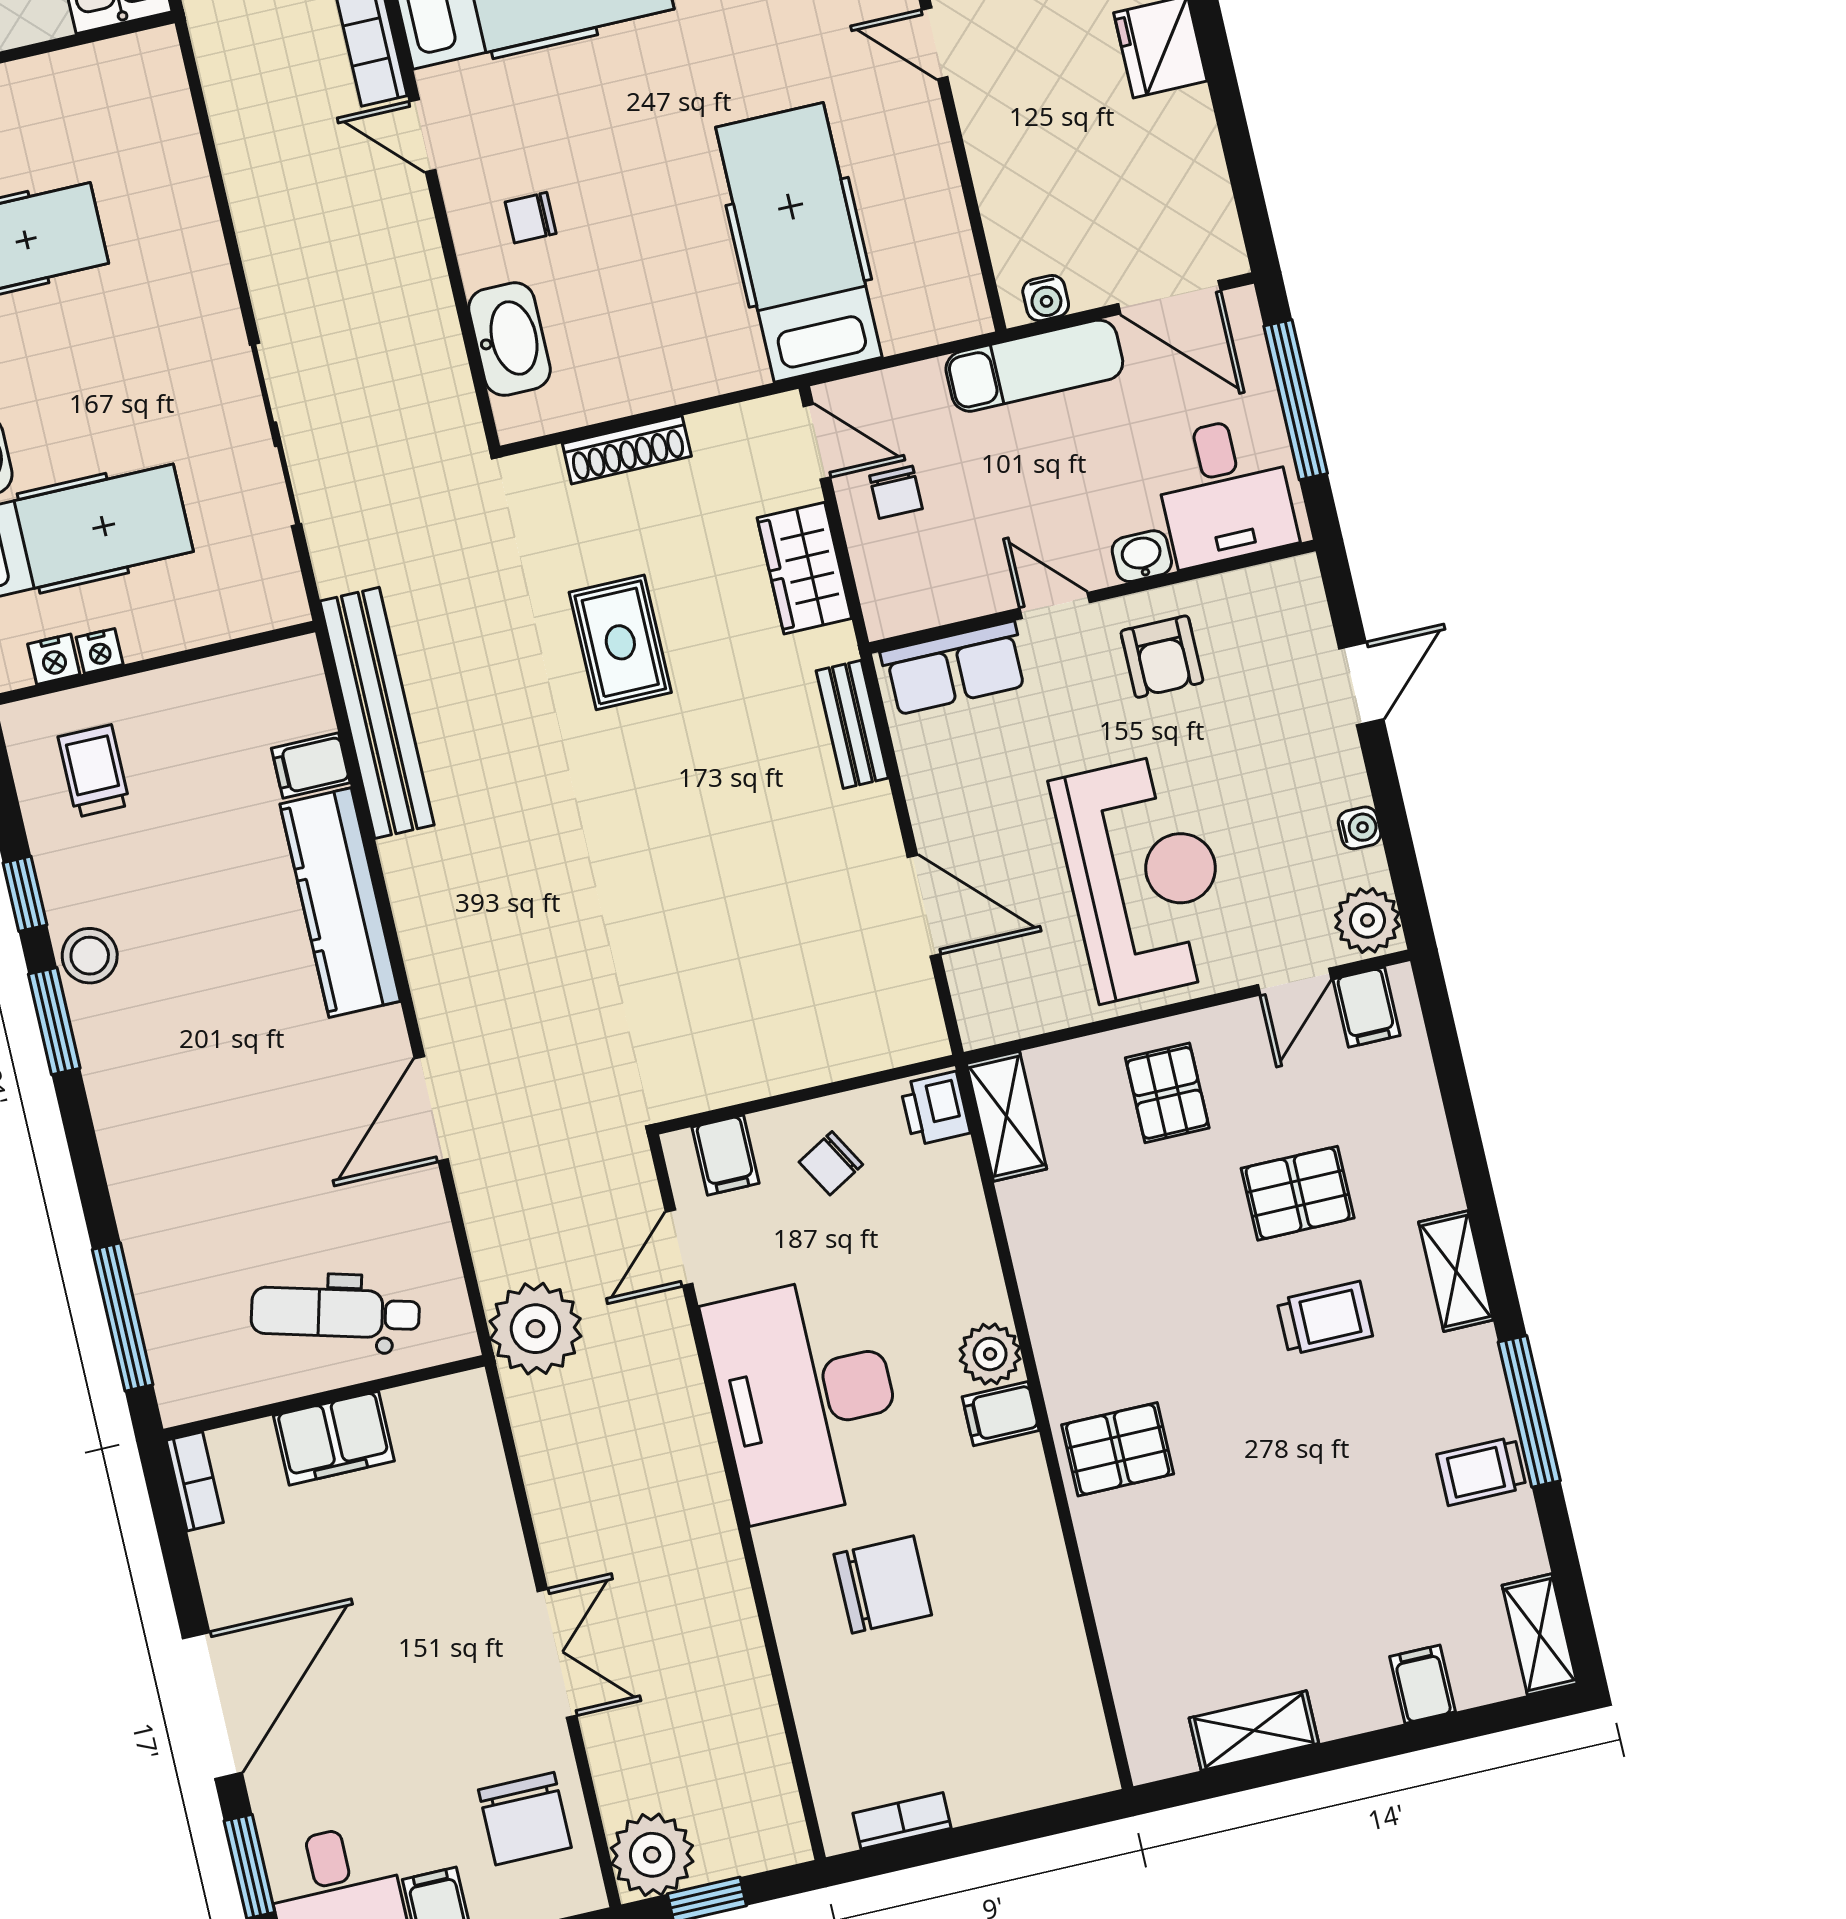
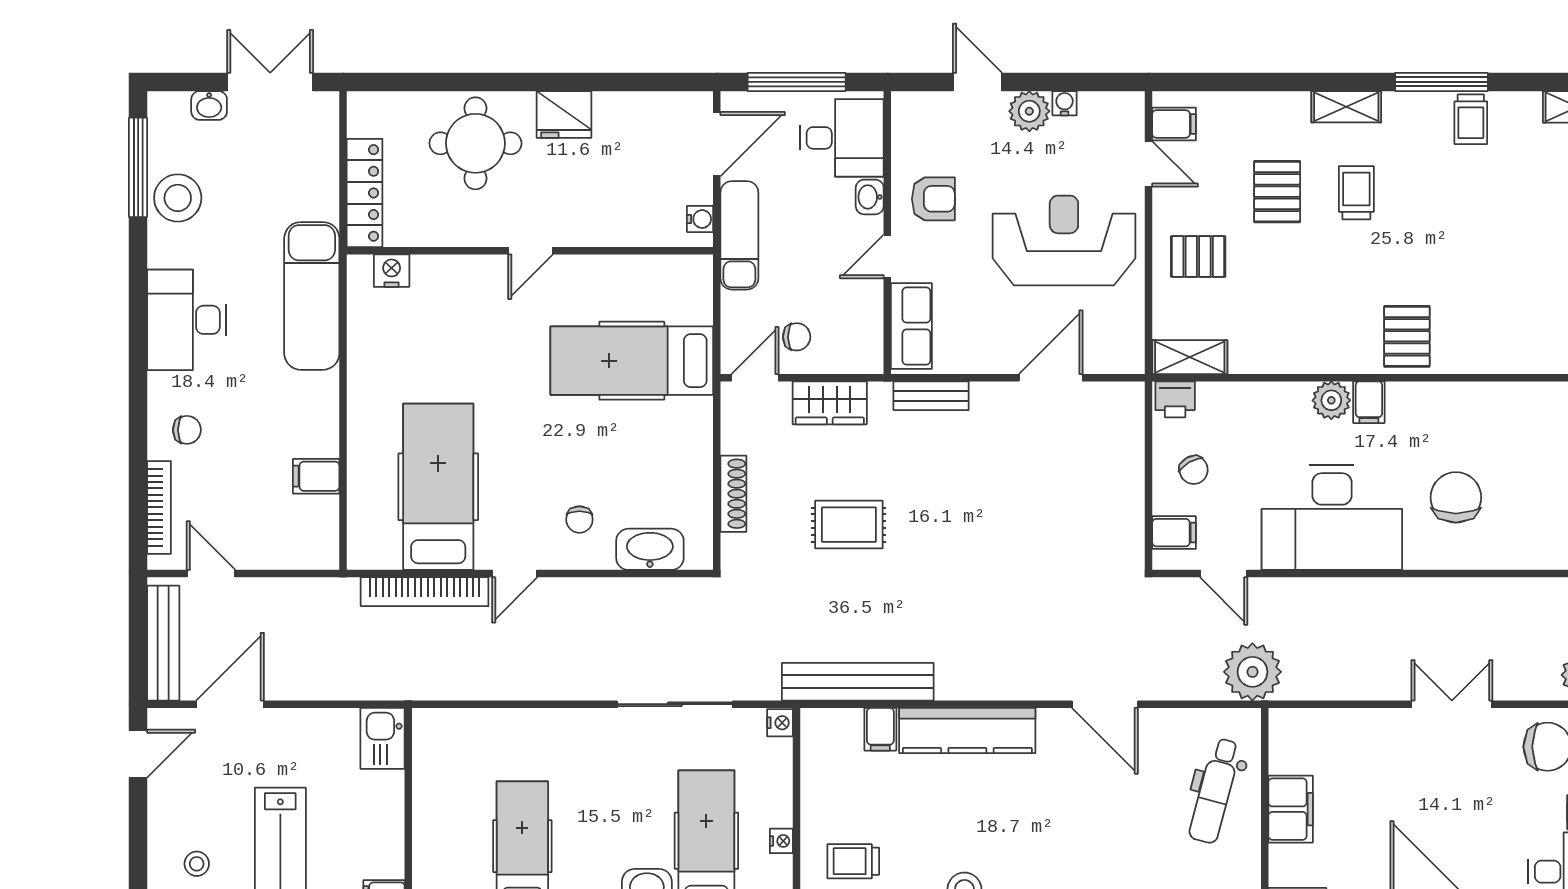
nightstand: (54, 659) -> (780, 723), moved
plant: (1367, 920) -> (1029, 111), moved

